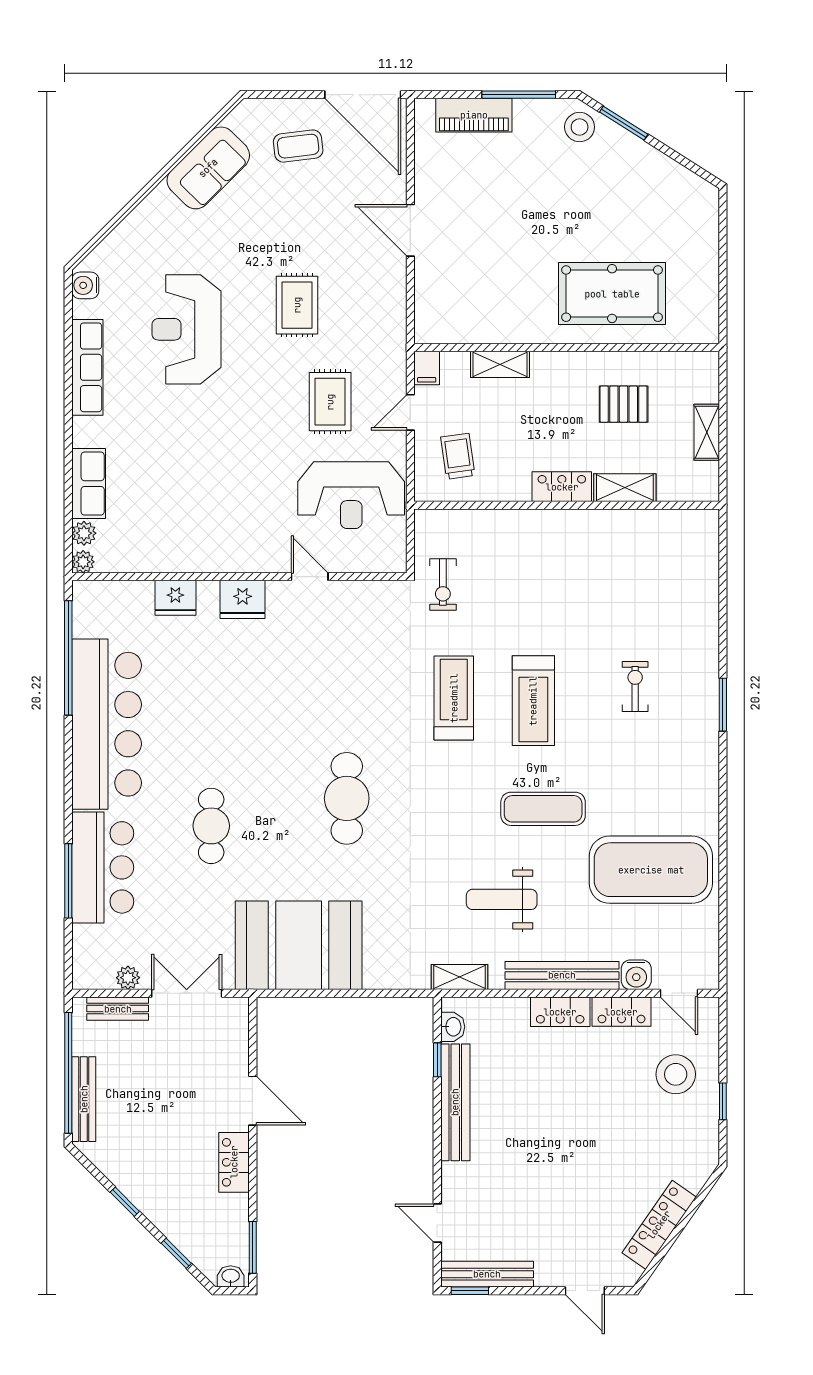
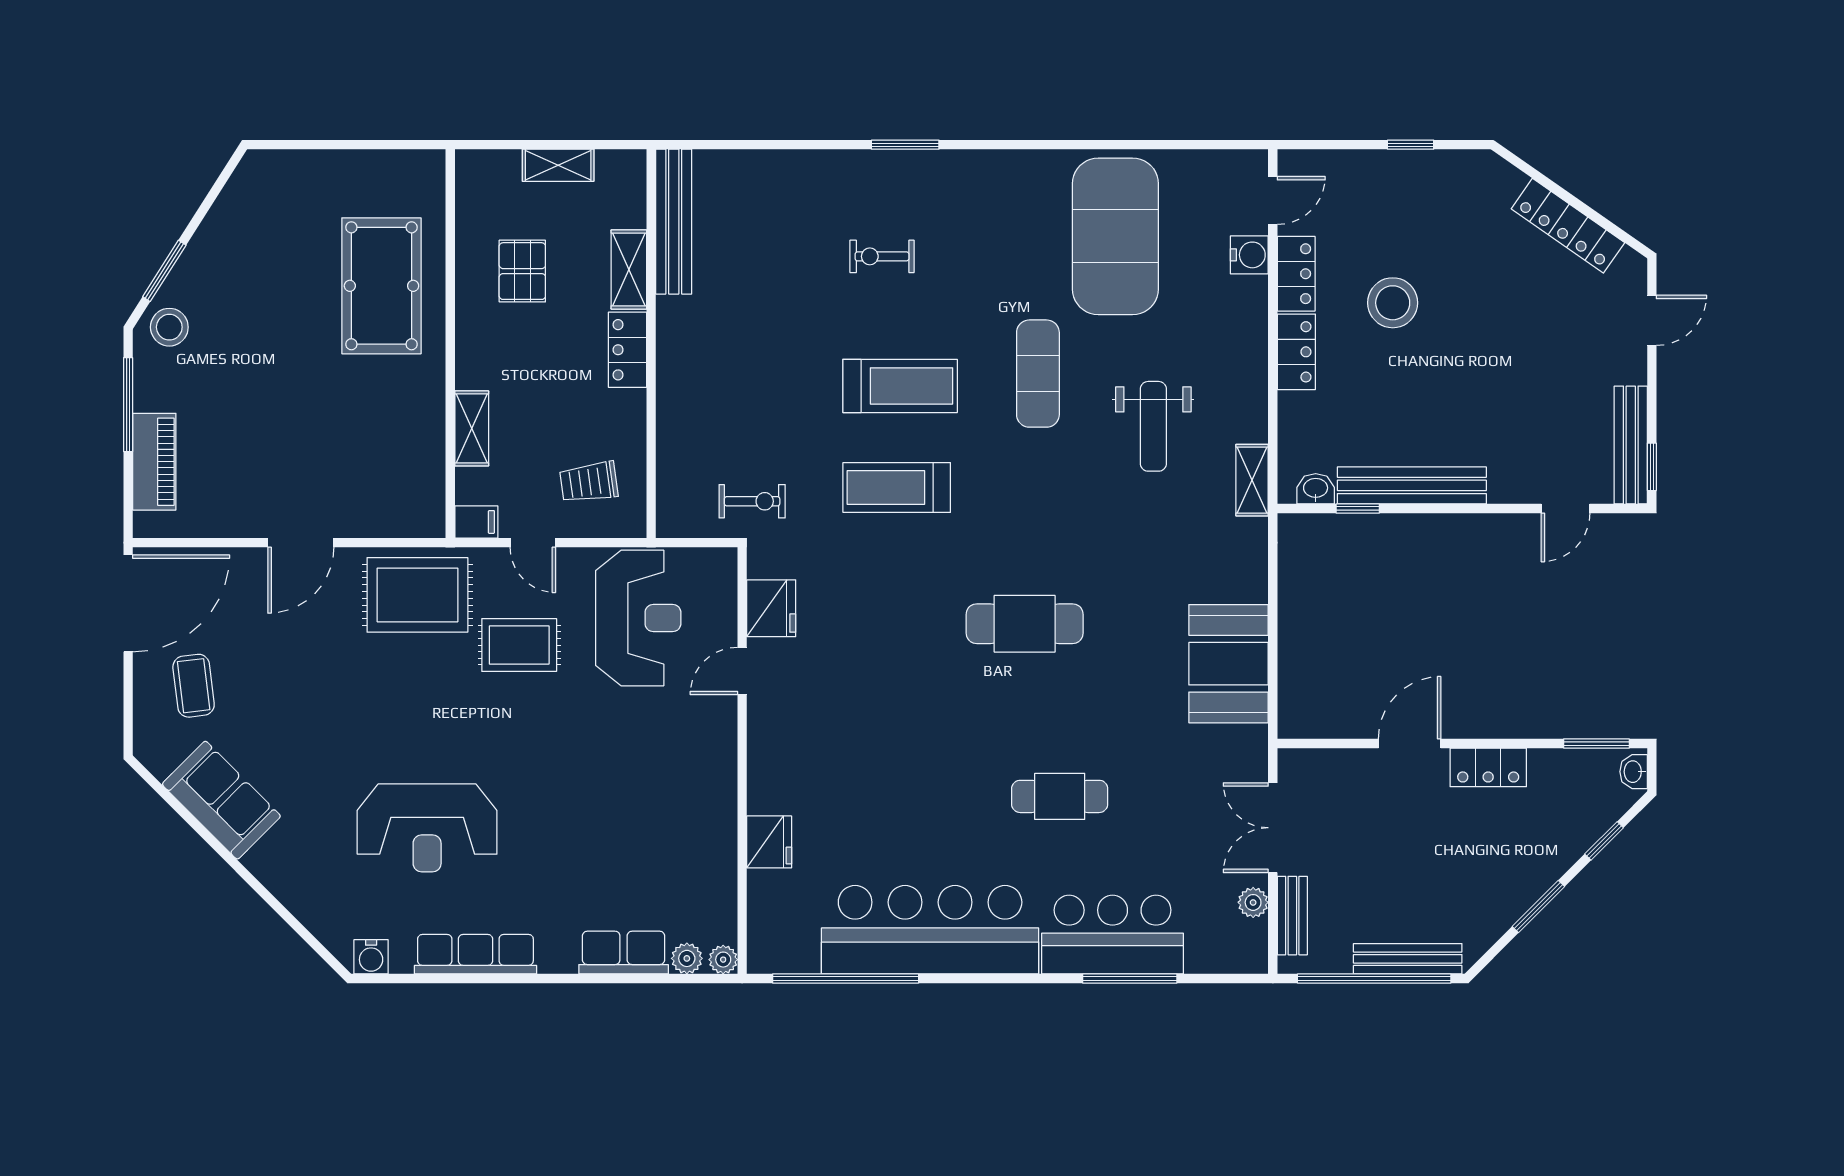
rug: (297, 305) -> (417, 595), moved, width x1.36, depth x1.43
fridge: (243, 599) -> (771, 608), moved
booth: (299, 945) -> (1229, 664), width x0.73, depth x0.70
bench: (562, 975) -> (674, 222), moved
stool: (676, 1074) -> (1393, 303), moved
window: (125, 1202) -> (1538, 907), width x1.50

